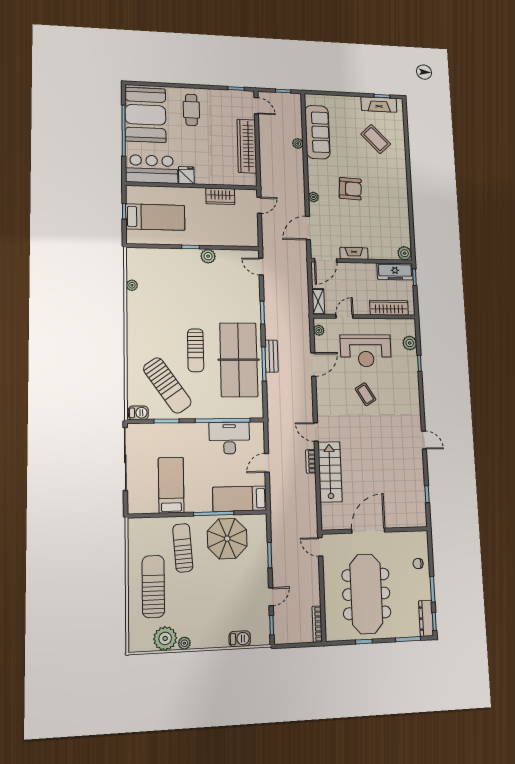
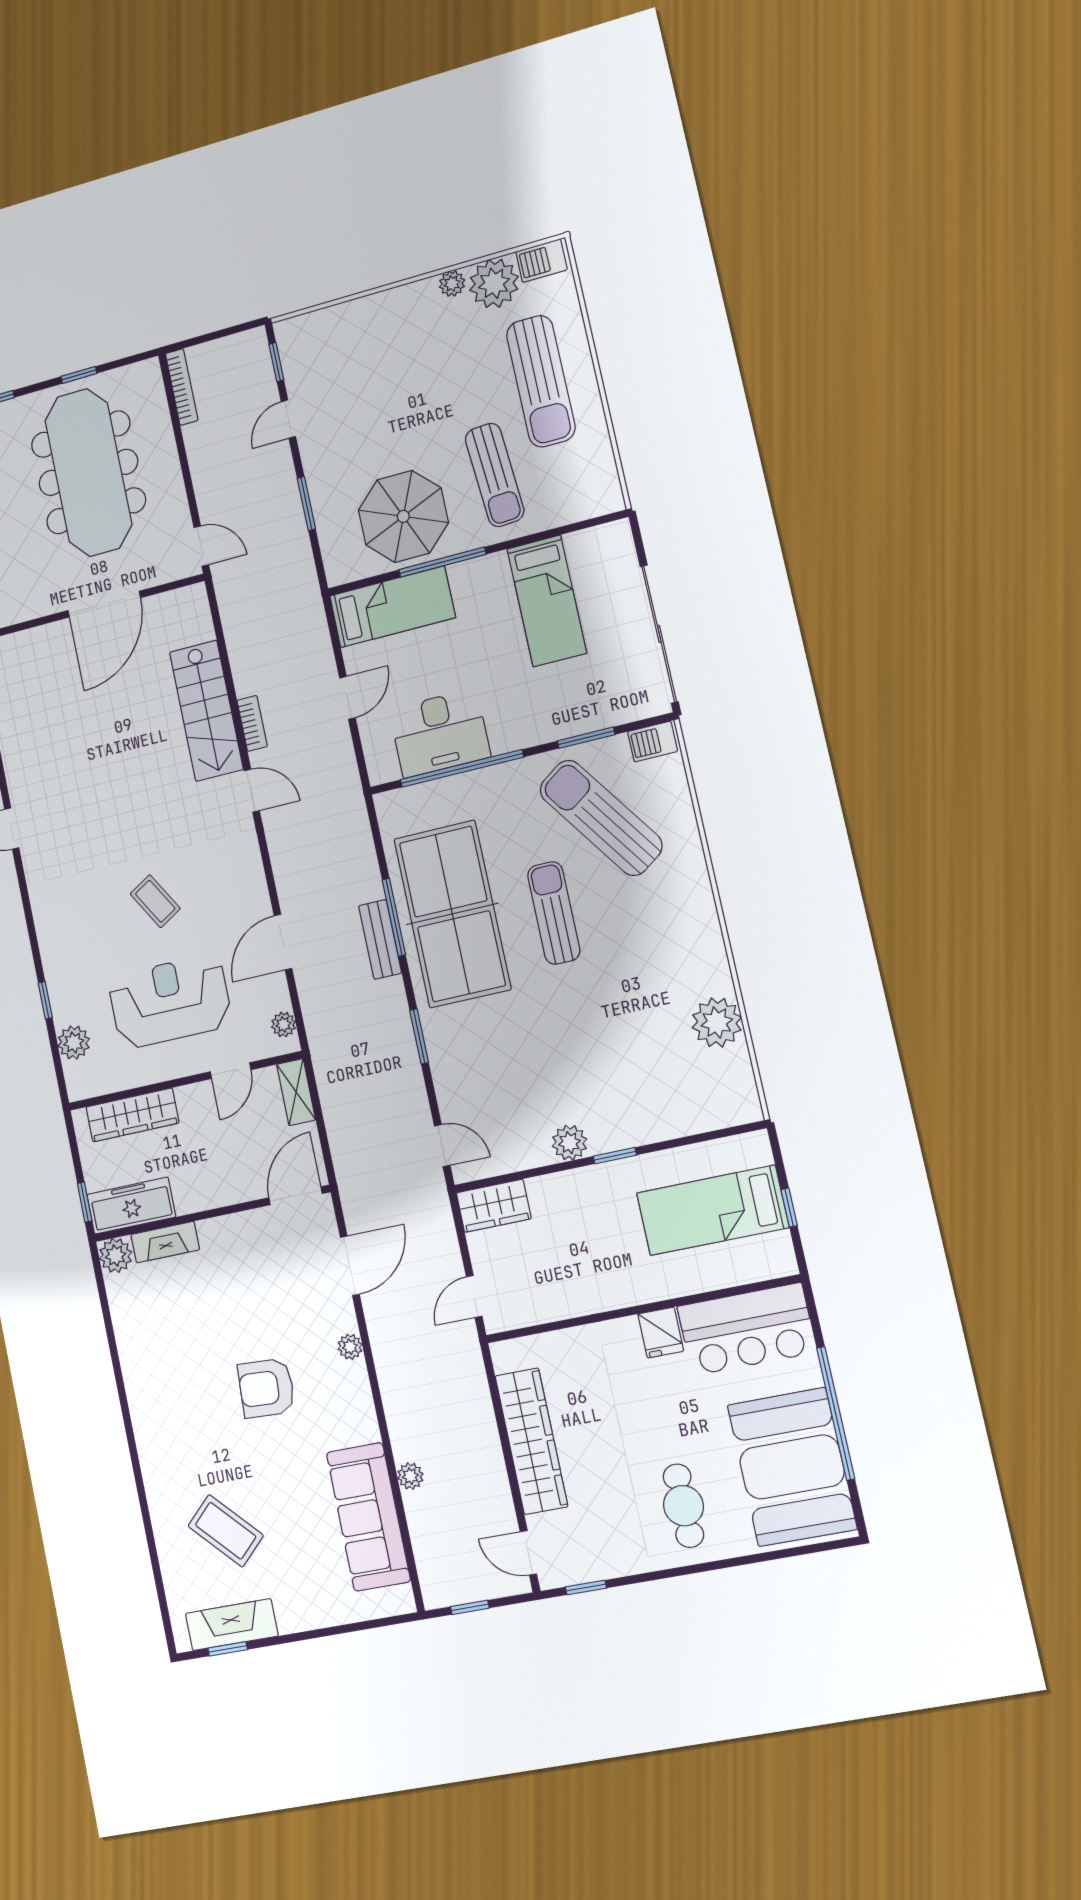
wardrobe: (220, 196) -> (494, 1206), moved, turned 180
fireplace: (354, 253) -> (165, 1242), moved
plant: (132, 285) -> (717, 1022), width x1.87, depth x1.87
barbecue: (240, 639) -> (541, 261), moved

